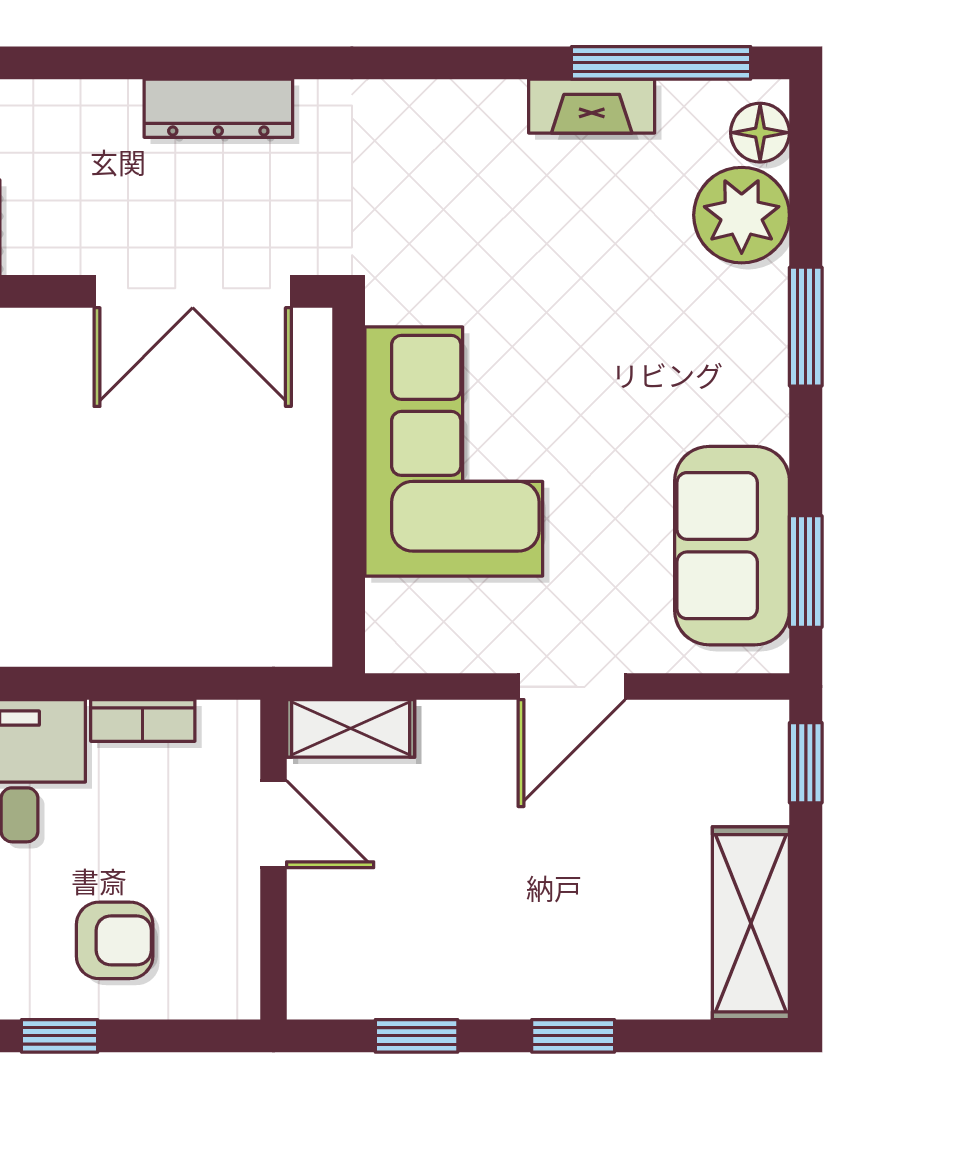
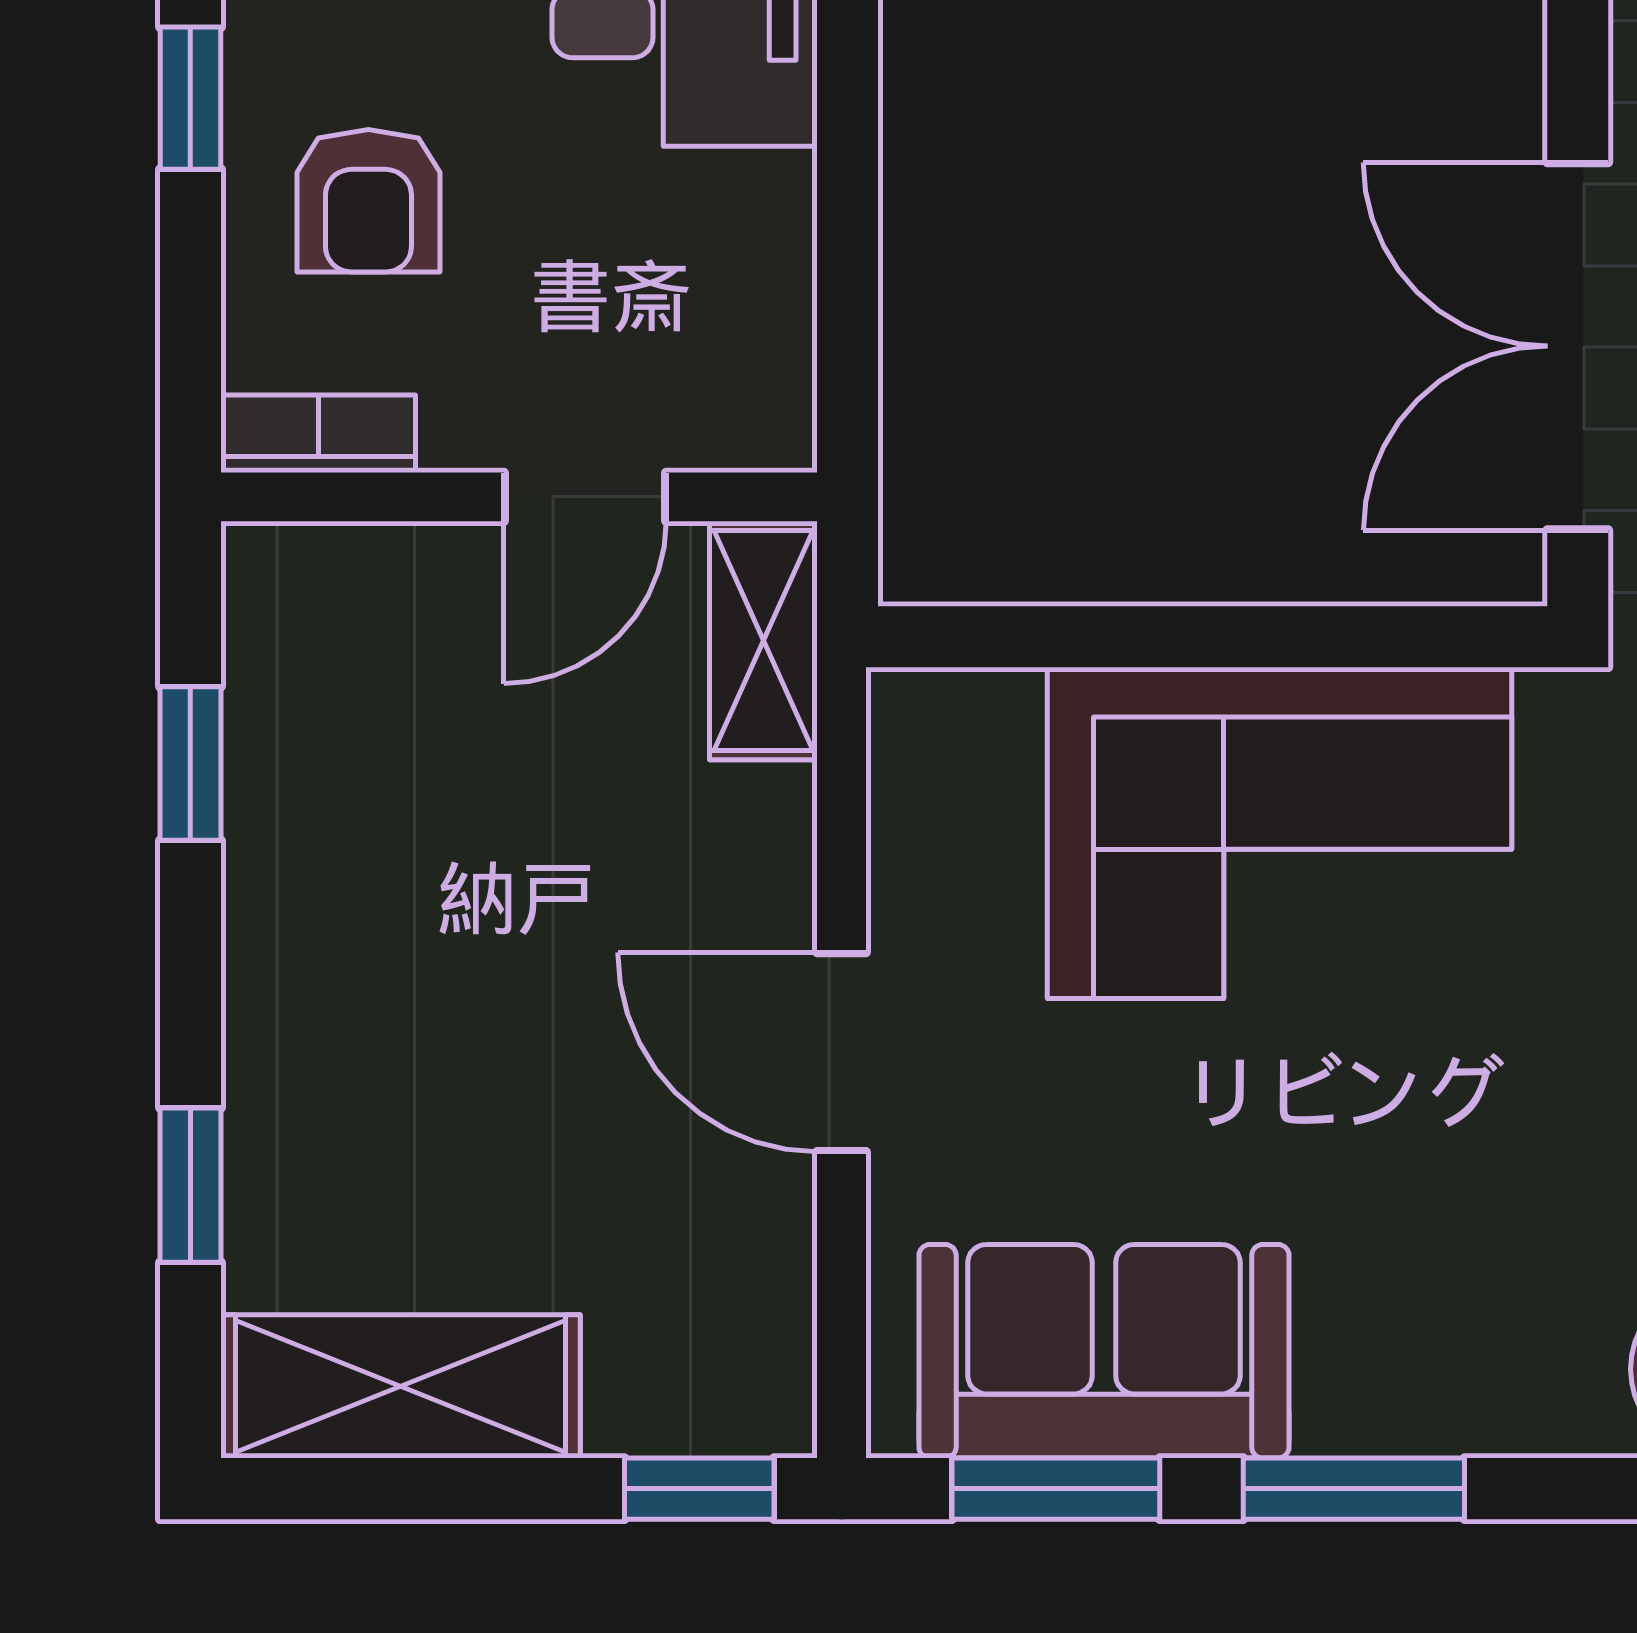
window: (806, 327) -> (1354, 1489), moved
bookcase: (143, 720) -> (318, 434), moved, turned 90
window: (573, 1036) -> (190, 1185), moved

